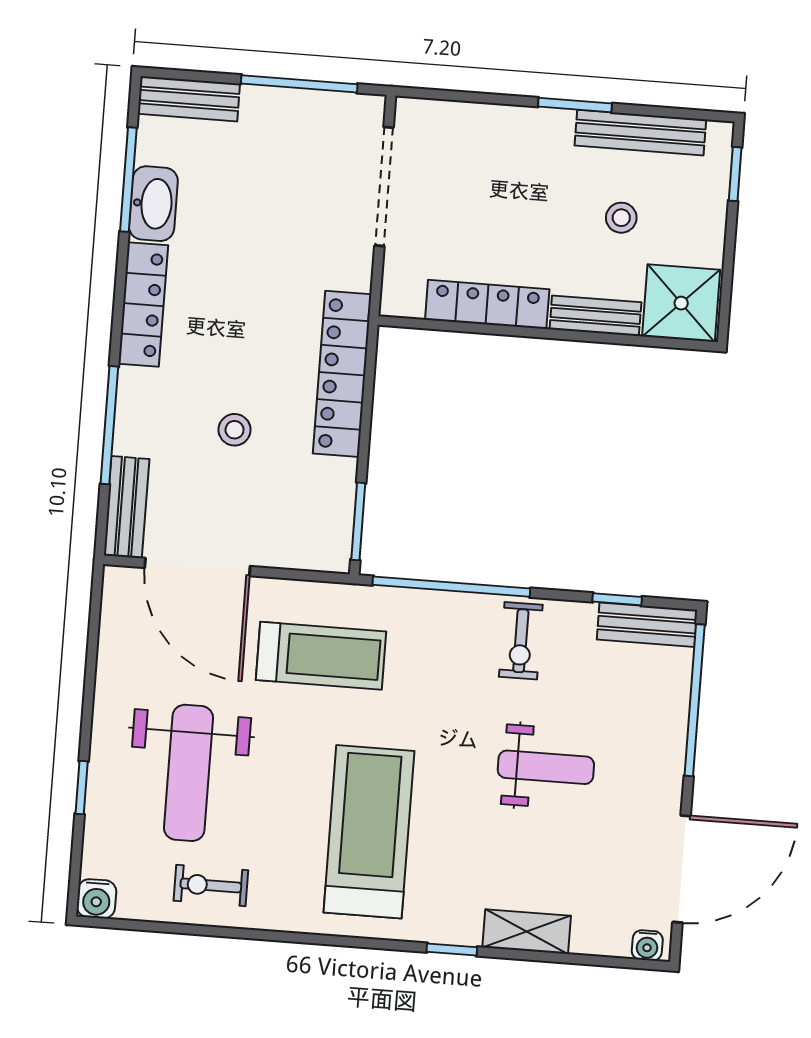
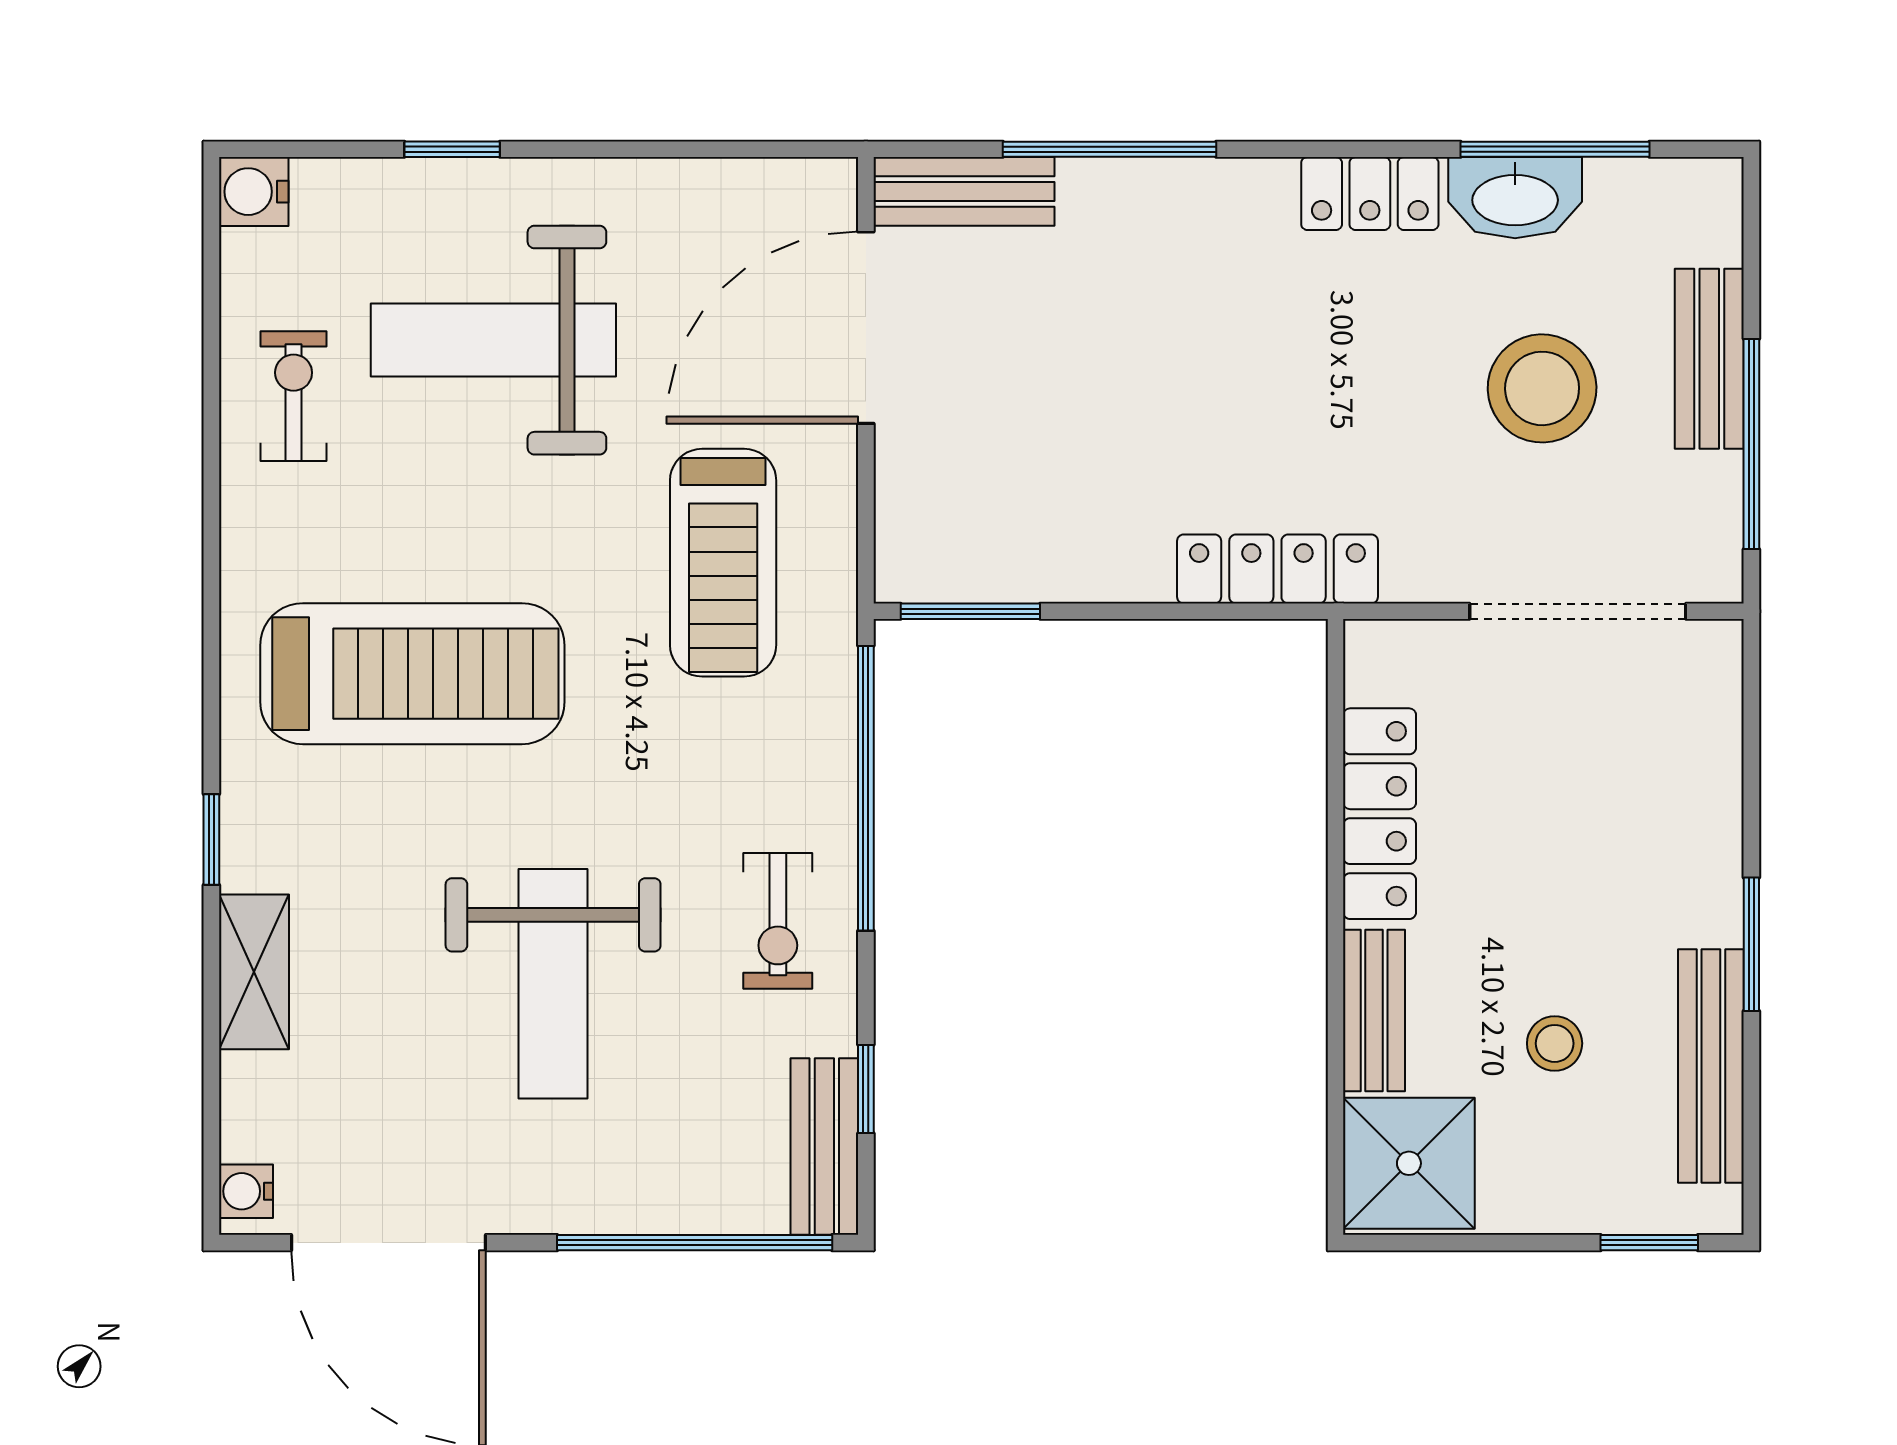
bench: (189, 99) -> (1709, 359), moved
locker: (143, 305) -> (1370, 194), width x0.66
locker: (342, 374) -> (1277, 569), width x0.71, depth x0.83
stool: (235, 430) -> (1542, 388), moved, width x1.89, depth x1.89
exercise bike: (521, 641) -> (778, 921), turned -90
weight bench: (546, 767) -> (553, 984), width x1.36, depth x1.33

